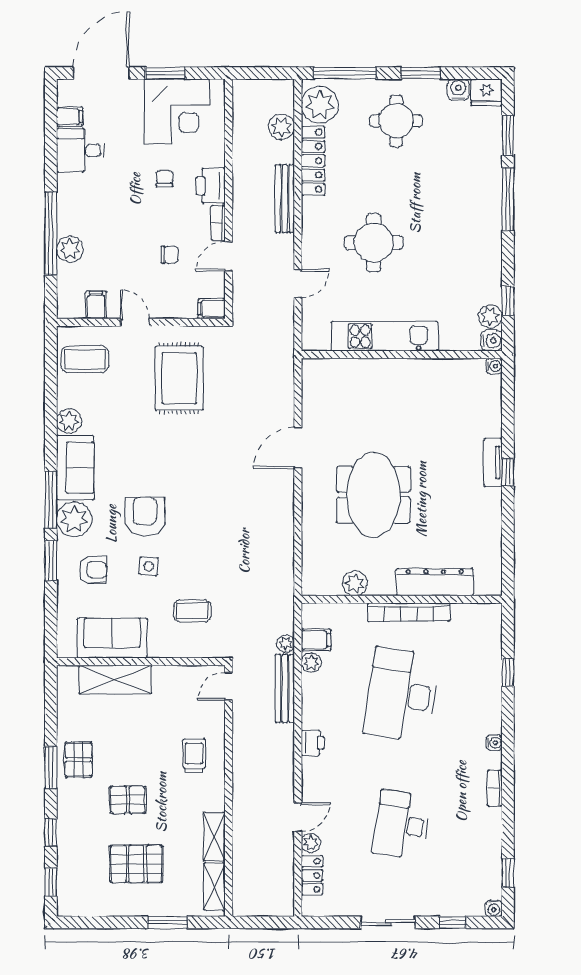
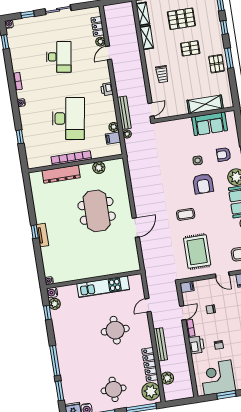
coffee table: (192, 611) -> (186, 214), moved

